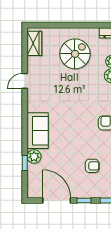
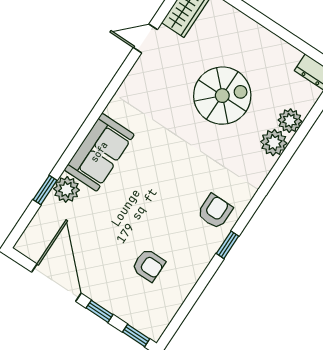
spiral stairs: (75, 54) -> (222, 96), moved
door: (25, 81) -> (145, 38), moved

